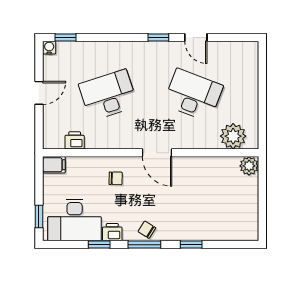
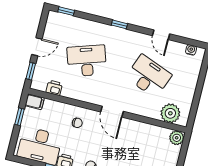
window: (158, 37) -> (119, 24), moved
water cooler: (49, 48) -> (191, 50), moved
window: (39, 126) -> (31, 71), added
window: (39, 217) -> (19, 117), moved

